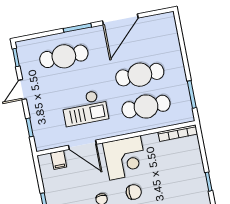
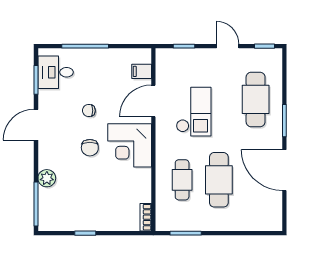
cafe table: (146, 106) -> (182, 180), width x0.73, depth x0.74
checkout: (85, 108) -> (194, 112), turned 180
bookcase: (178, 133) -> (146, 217), width x0.64

